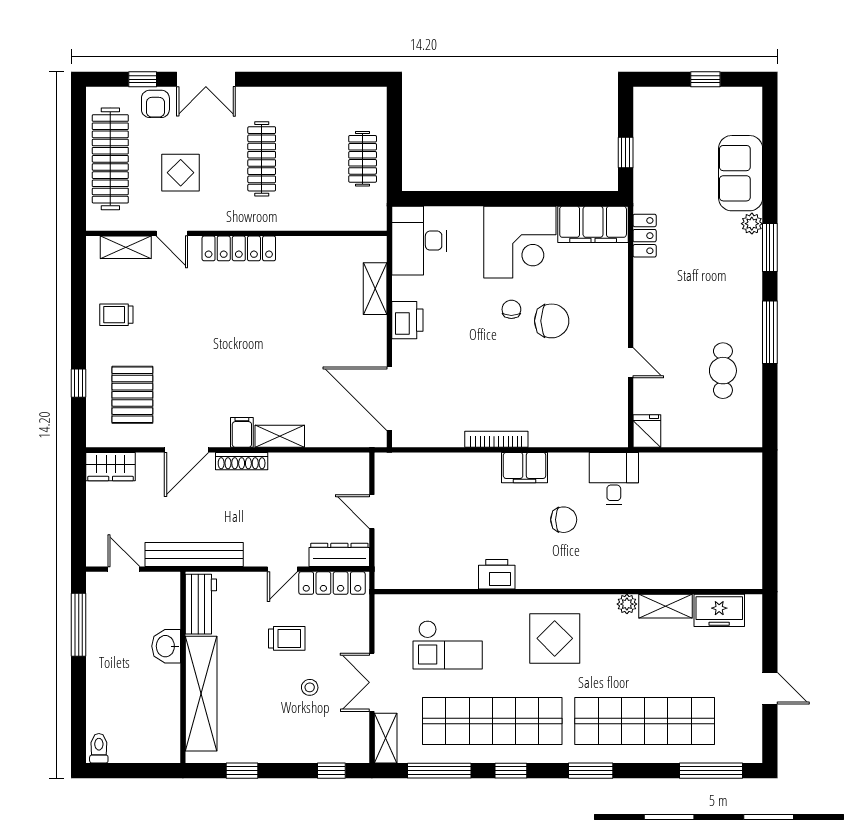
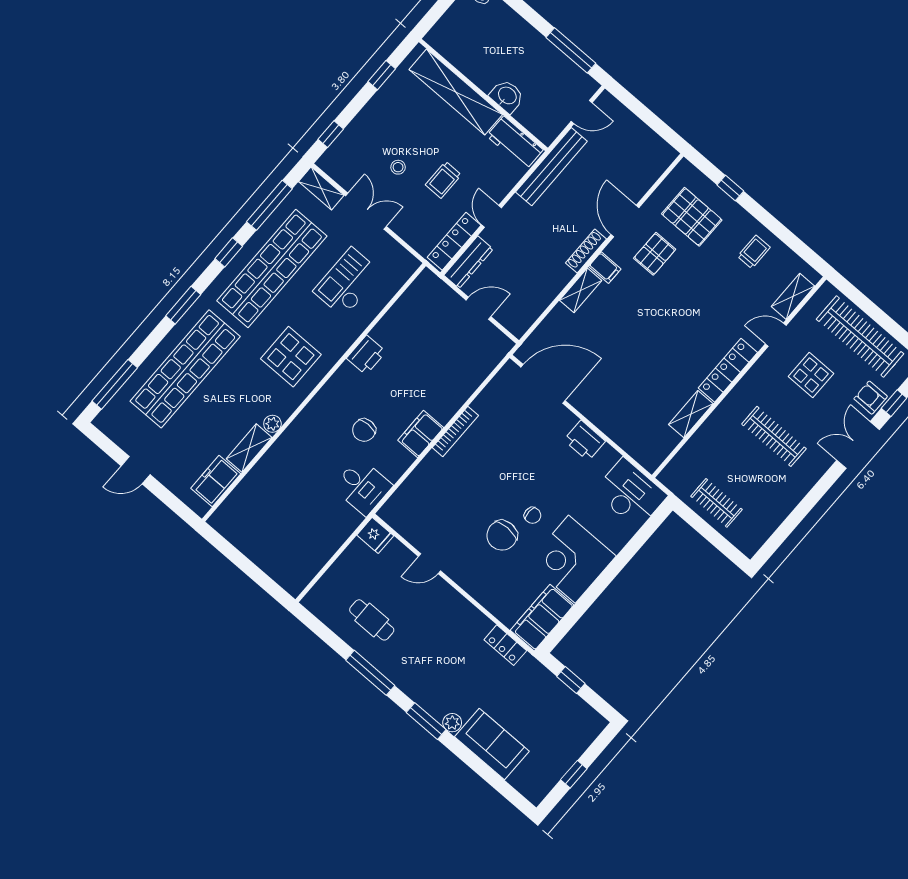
shelving: (375, 289) -> (691, 414), moved, turned 90
pallet: (193, 399) -> (655, 254), added
wardrobe: (111, 467) -> (657, 162), removed

